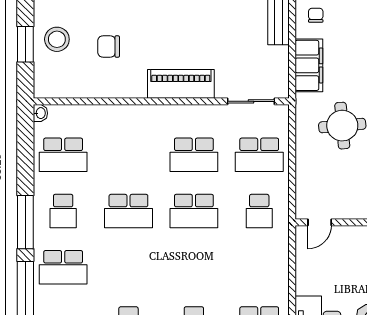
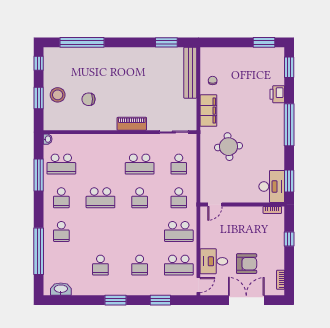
piano: (181, 84) -> (132, 124), width x0.73, depth x0.75
school desk: (259, 155) -> (179, 164), width x0.54
school desk: (194, 211) -> (140, 198), width x0.54
window: (25, 222) -> (39, 175), moved
school desk: (63, 267) -> (61, 231), width x0.54
school desk: (259, 267) -> (179, 231), added

